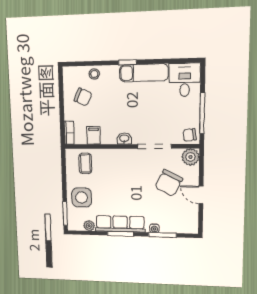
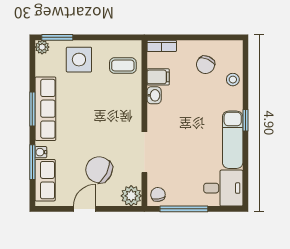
washbasin: (124, 139) -> (154, 95), moved
row of seats: (177, 225) -> (45, 180), added
plant: (89, 226) -> (42, 47), moved

